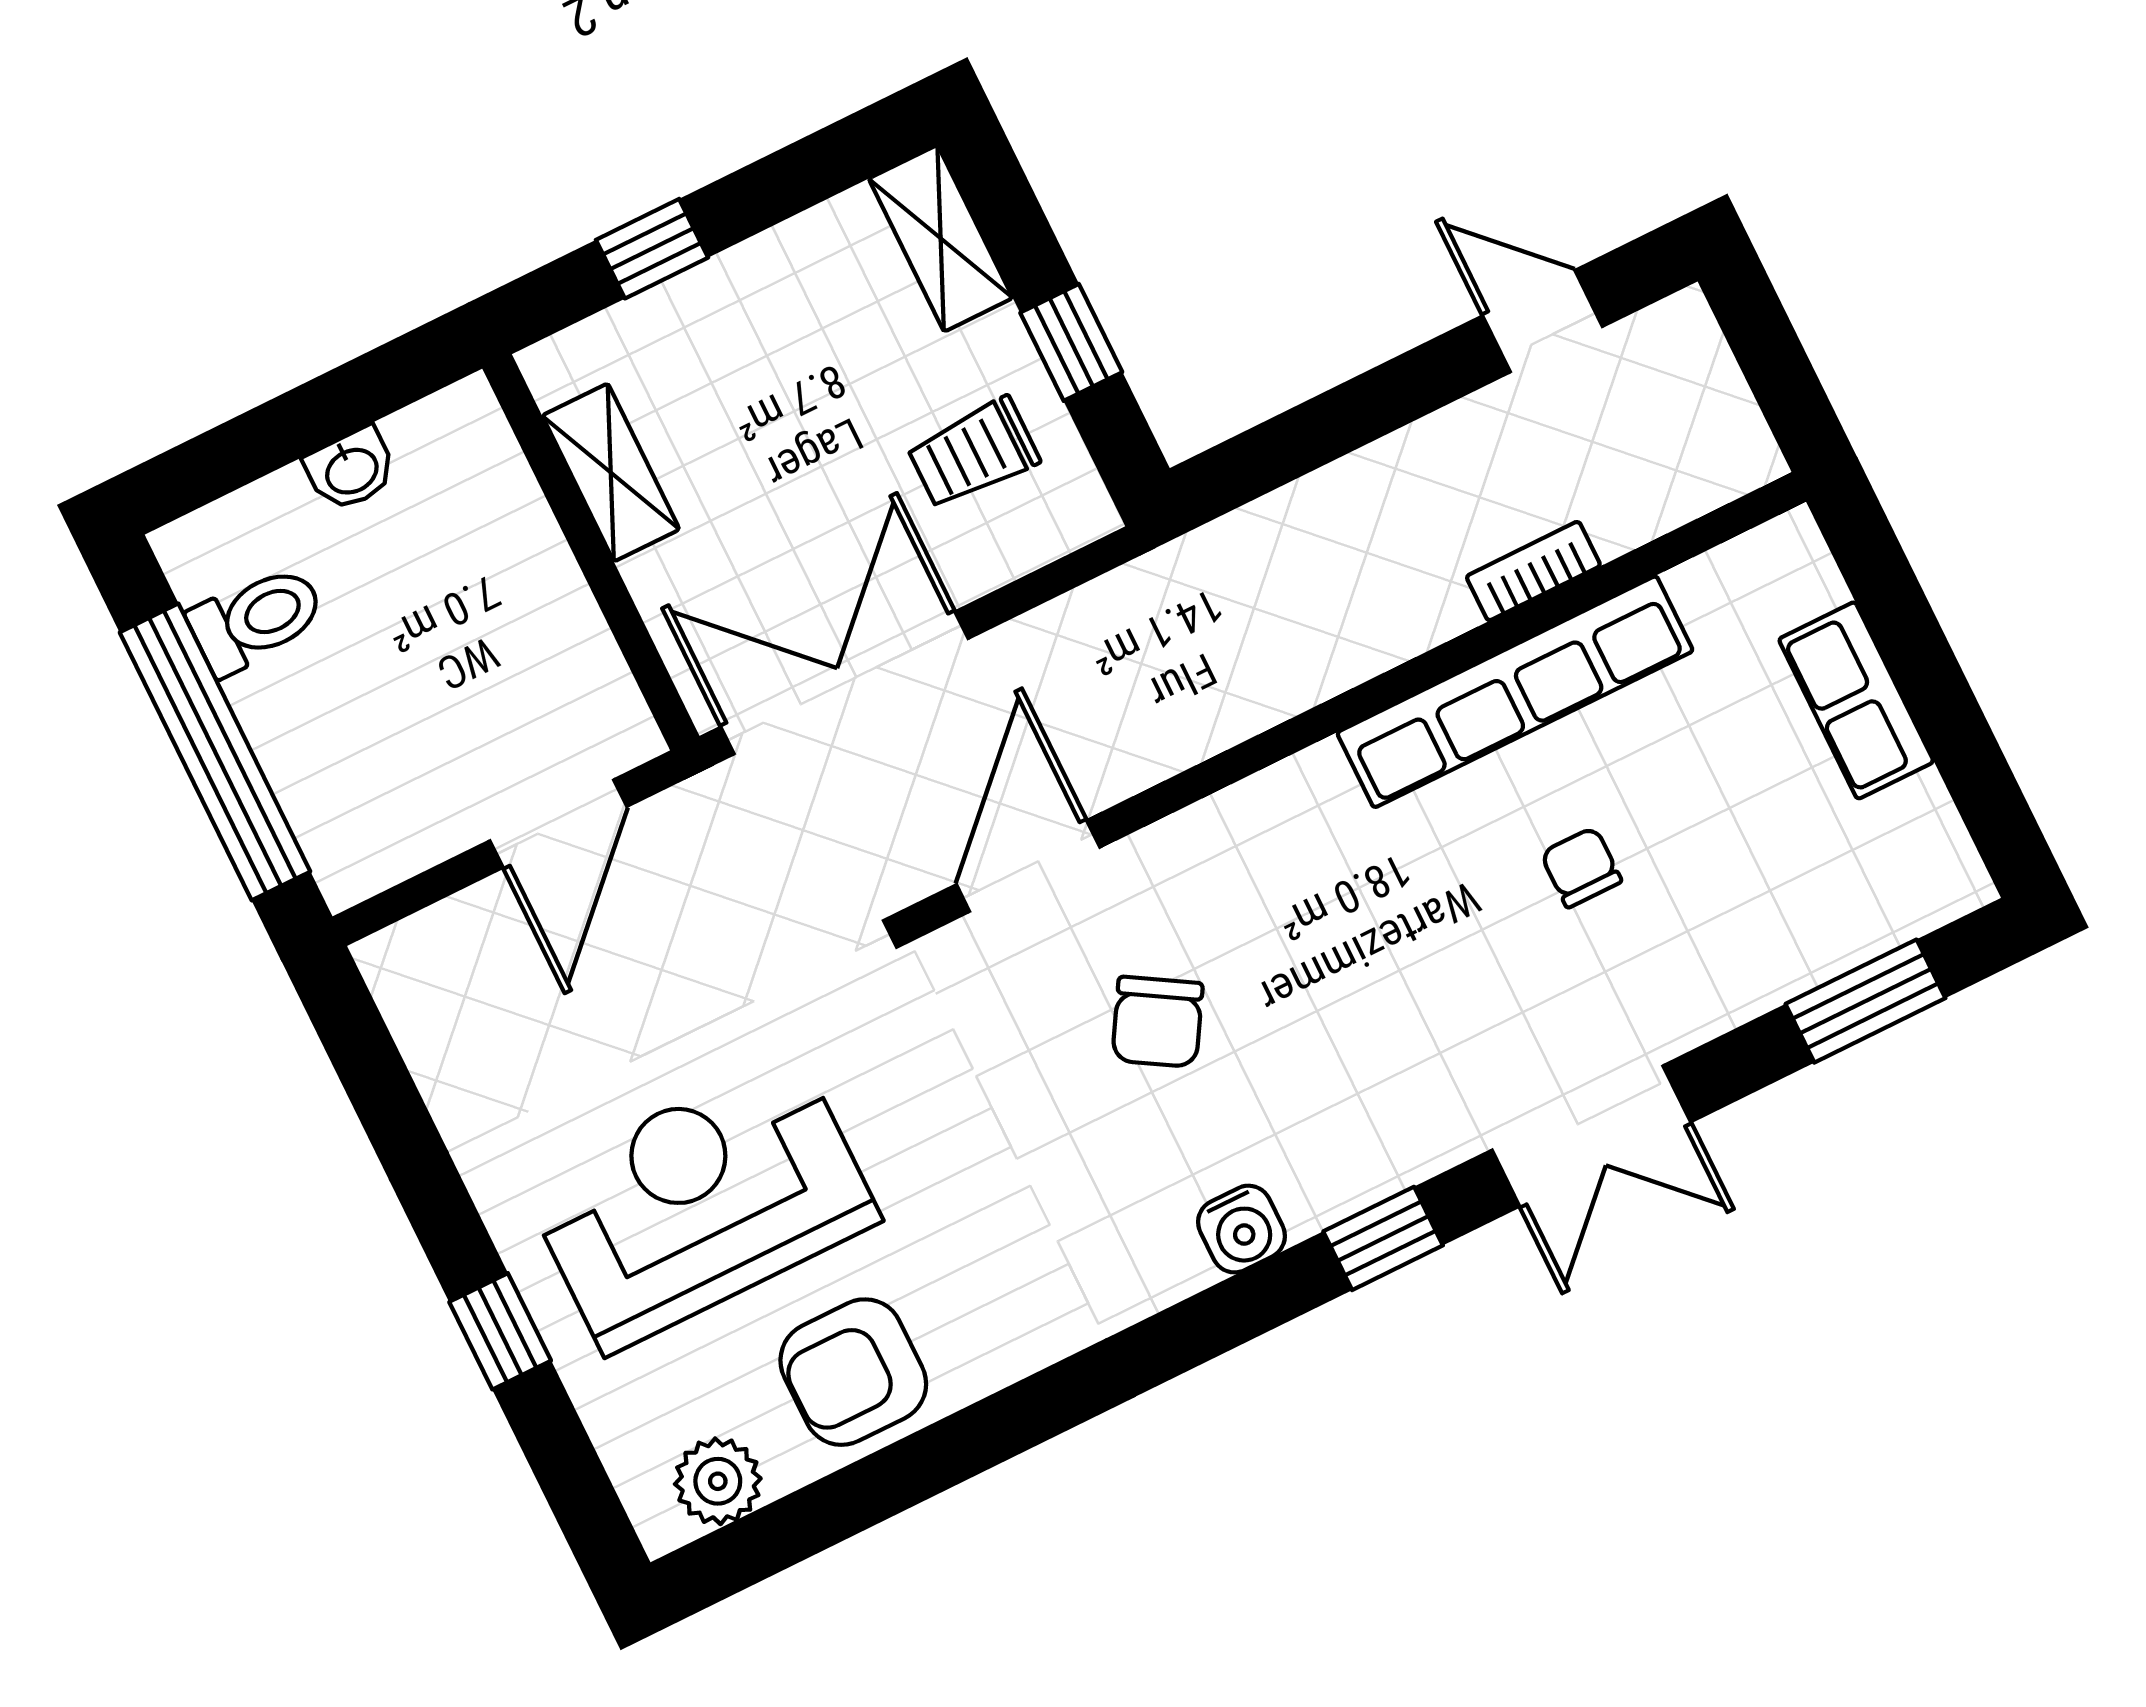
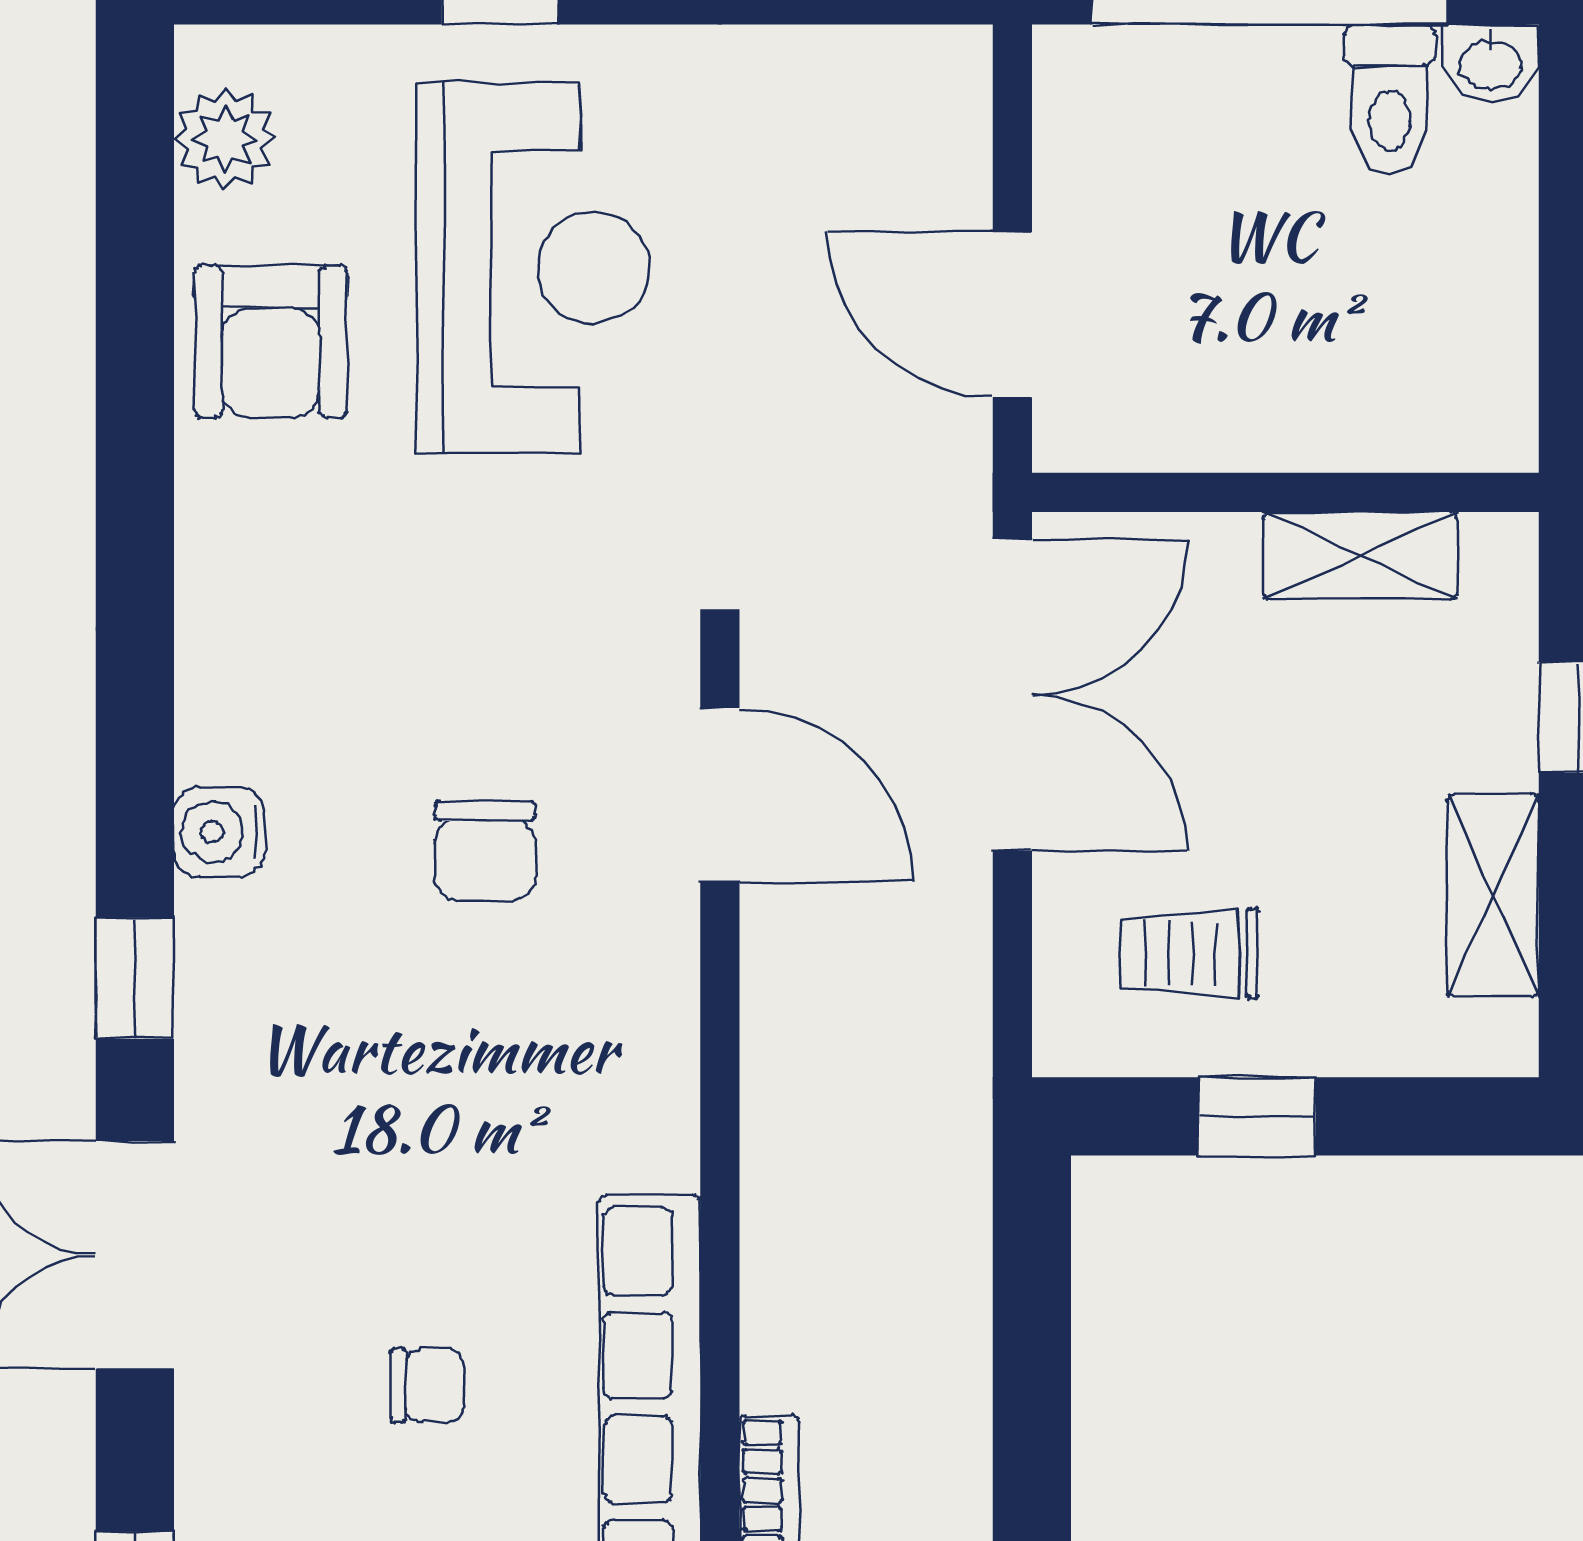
shelving: (941, 238) -> (1493, 895), moved, turned 90
trolley: (973, 453) -> (1190, 953), turned -90
washbasin: (351, 469) -> (1491, 63), moved, turned -90
chair: (1157, 1022) -> (485, 851), turned -121
armchair: (853, 1372) -> (271, 342), turned 180

